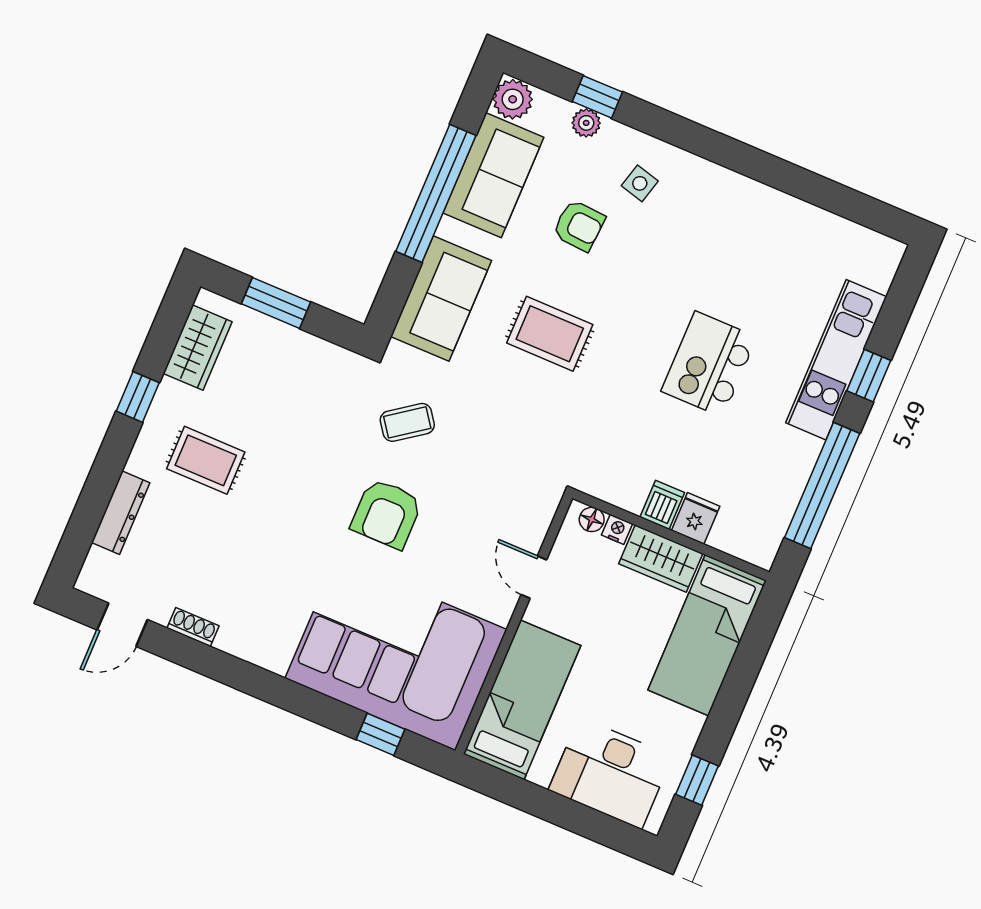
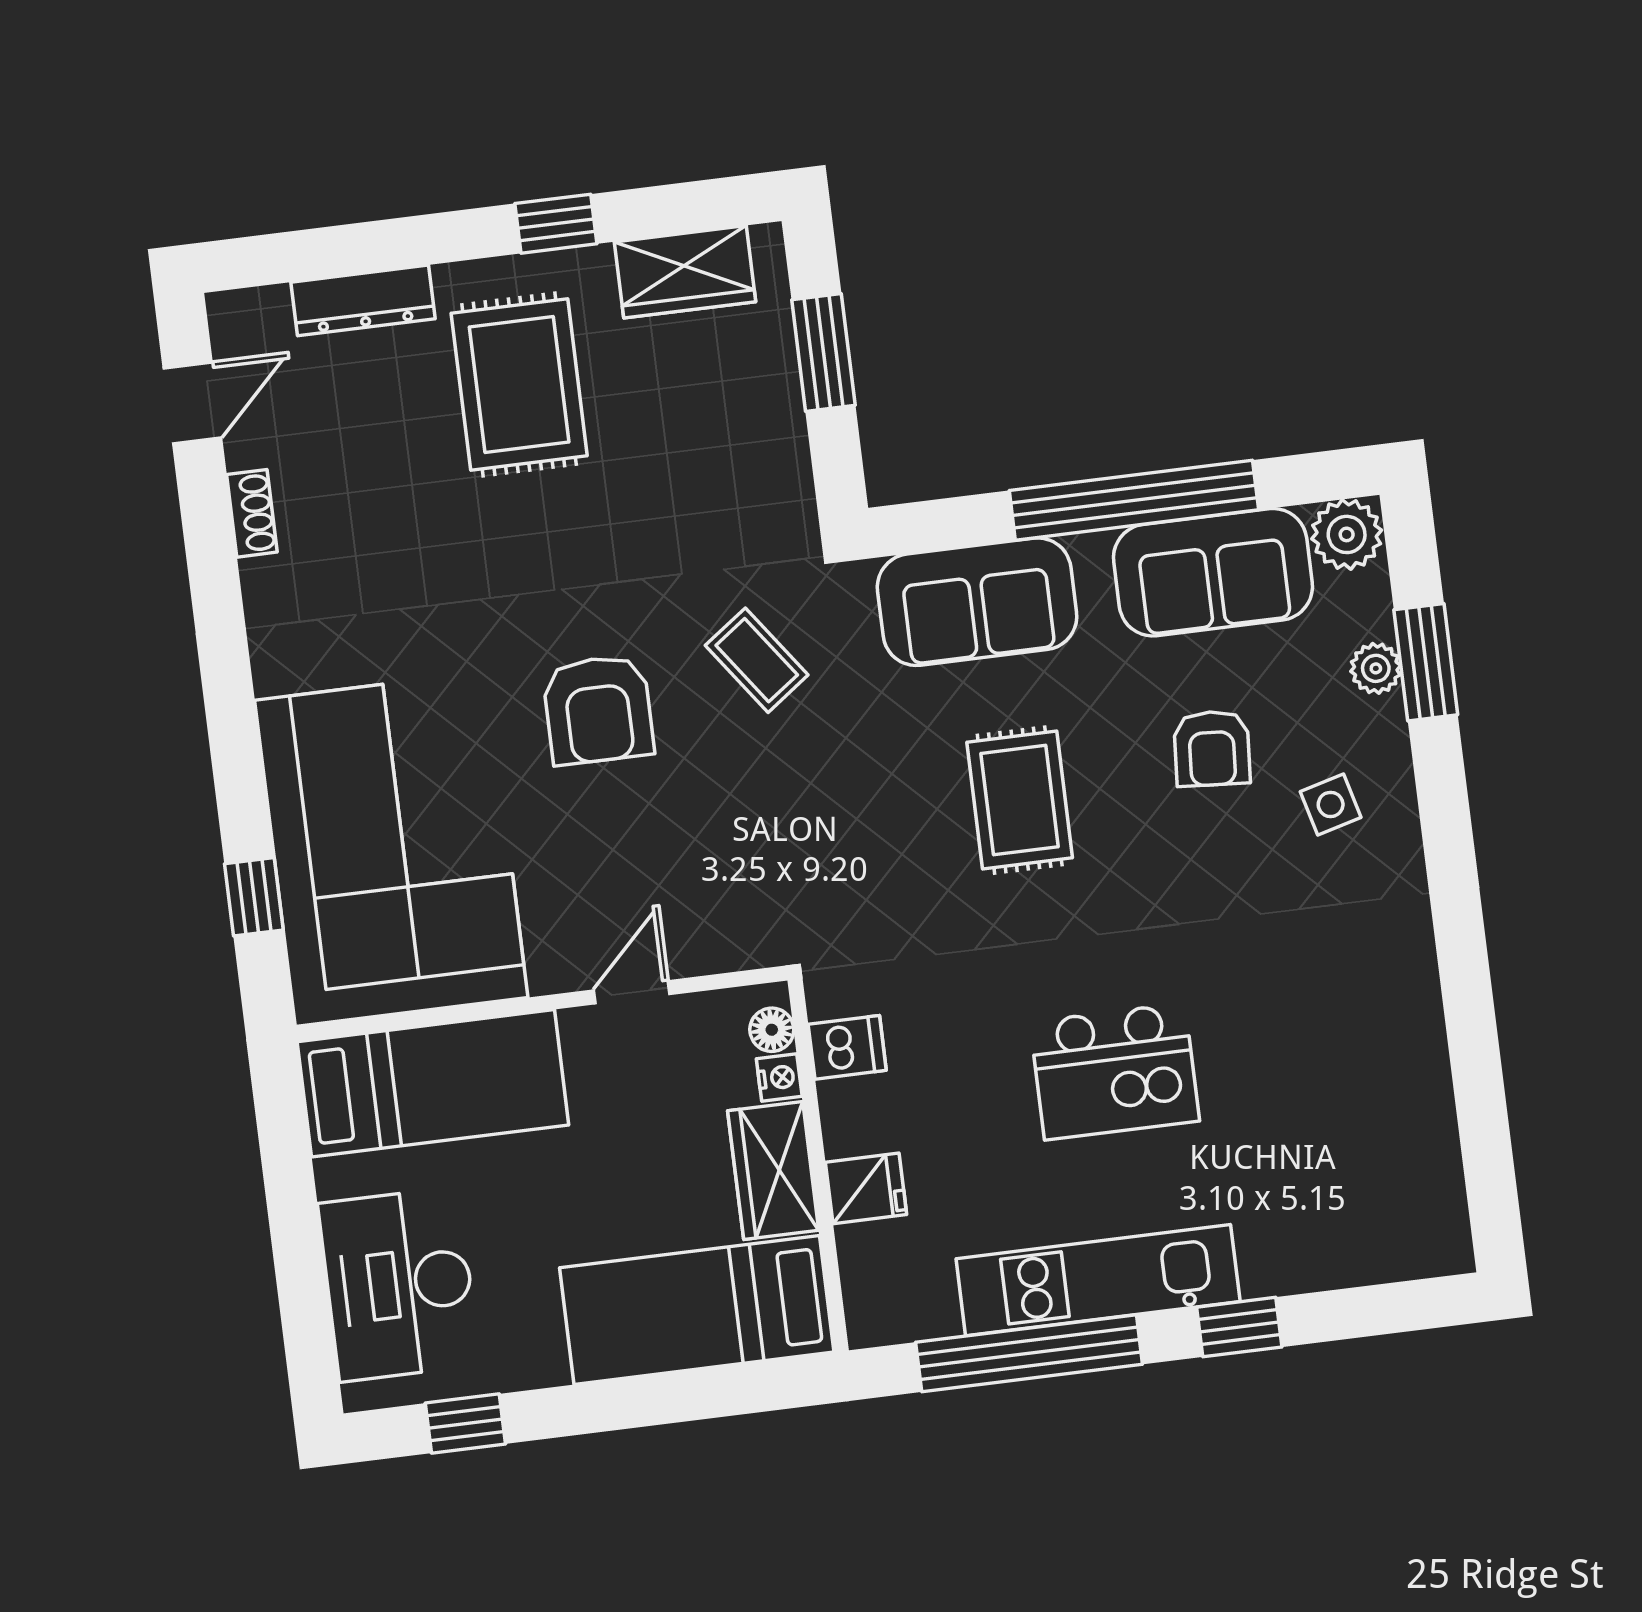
window: (597, 97) -> (1426, 662), width x1.50
side table: (640, 183) -> (1331, 804), turned -30
kitchen unit: (836, 360) -> (1098, 1280), moved
kitchen island: (709, 364) -> (1115, 1071), turned 180
rug: (206, 460) -> (519, 385), width x1.36, depth x1.43
dishwasher: (662, 505) -> (847, 1047), moved
armchair: (387, 514) -> (598, 710), turned -90
door: (122, 625) -> (192, 403), swing flipped

